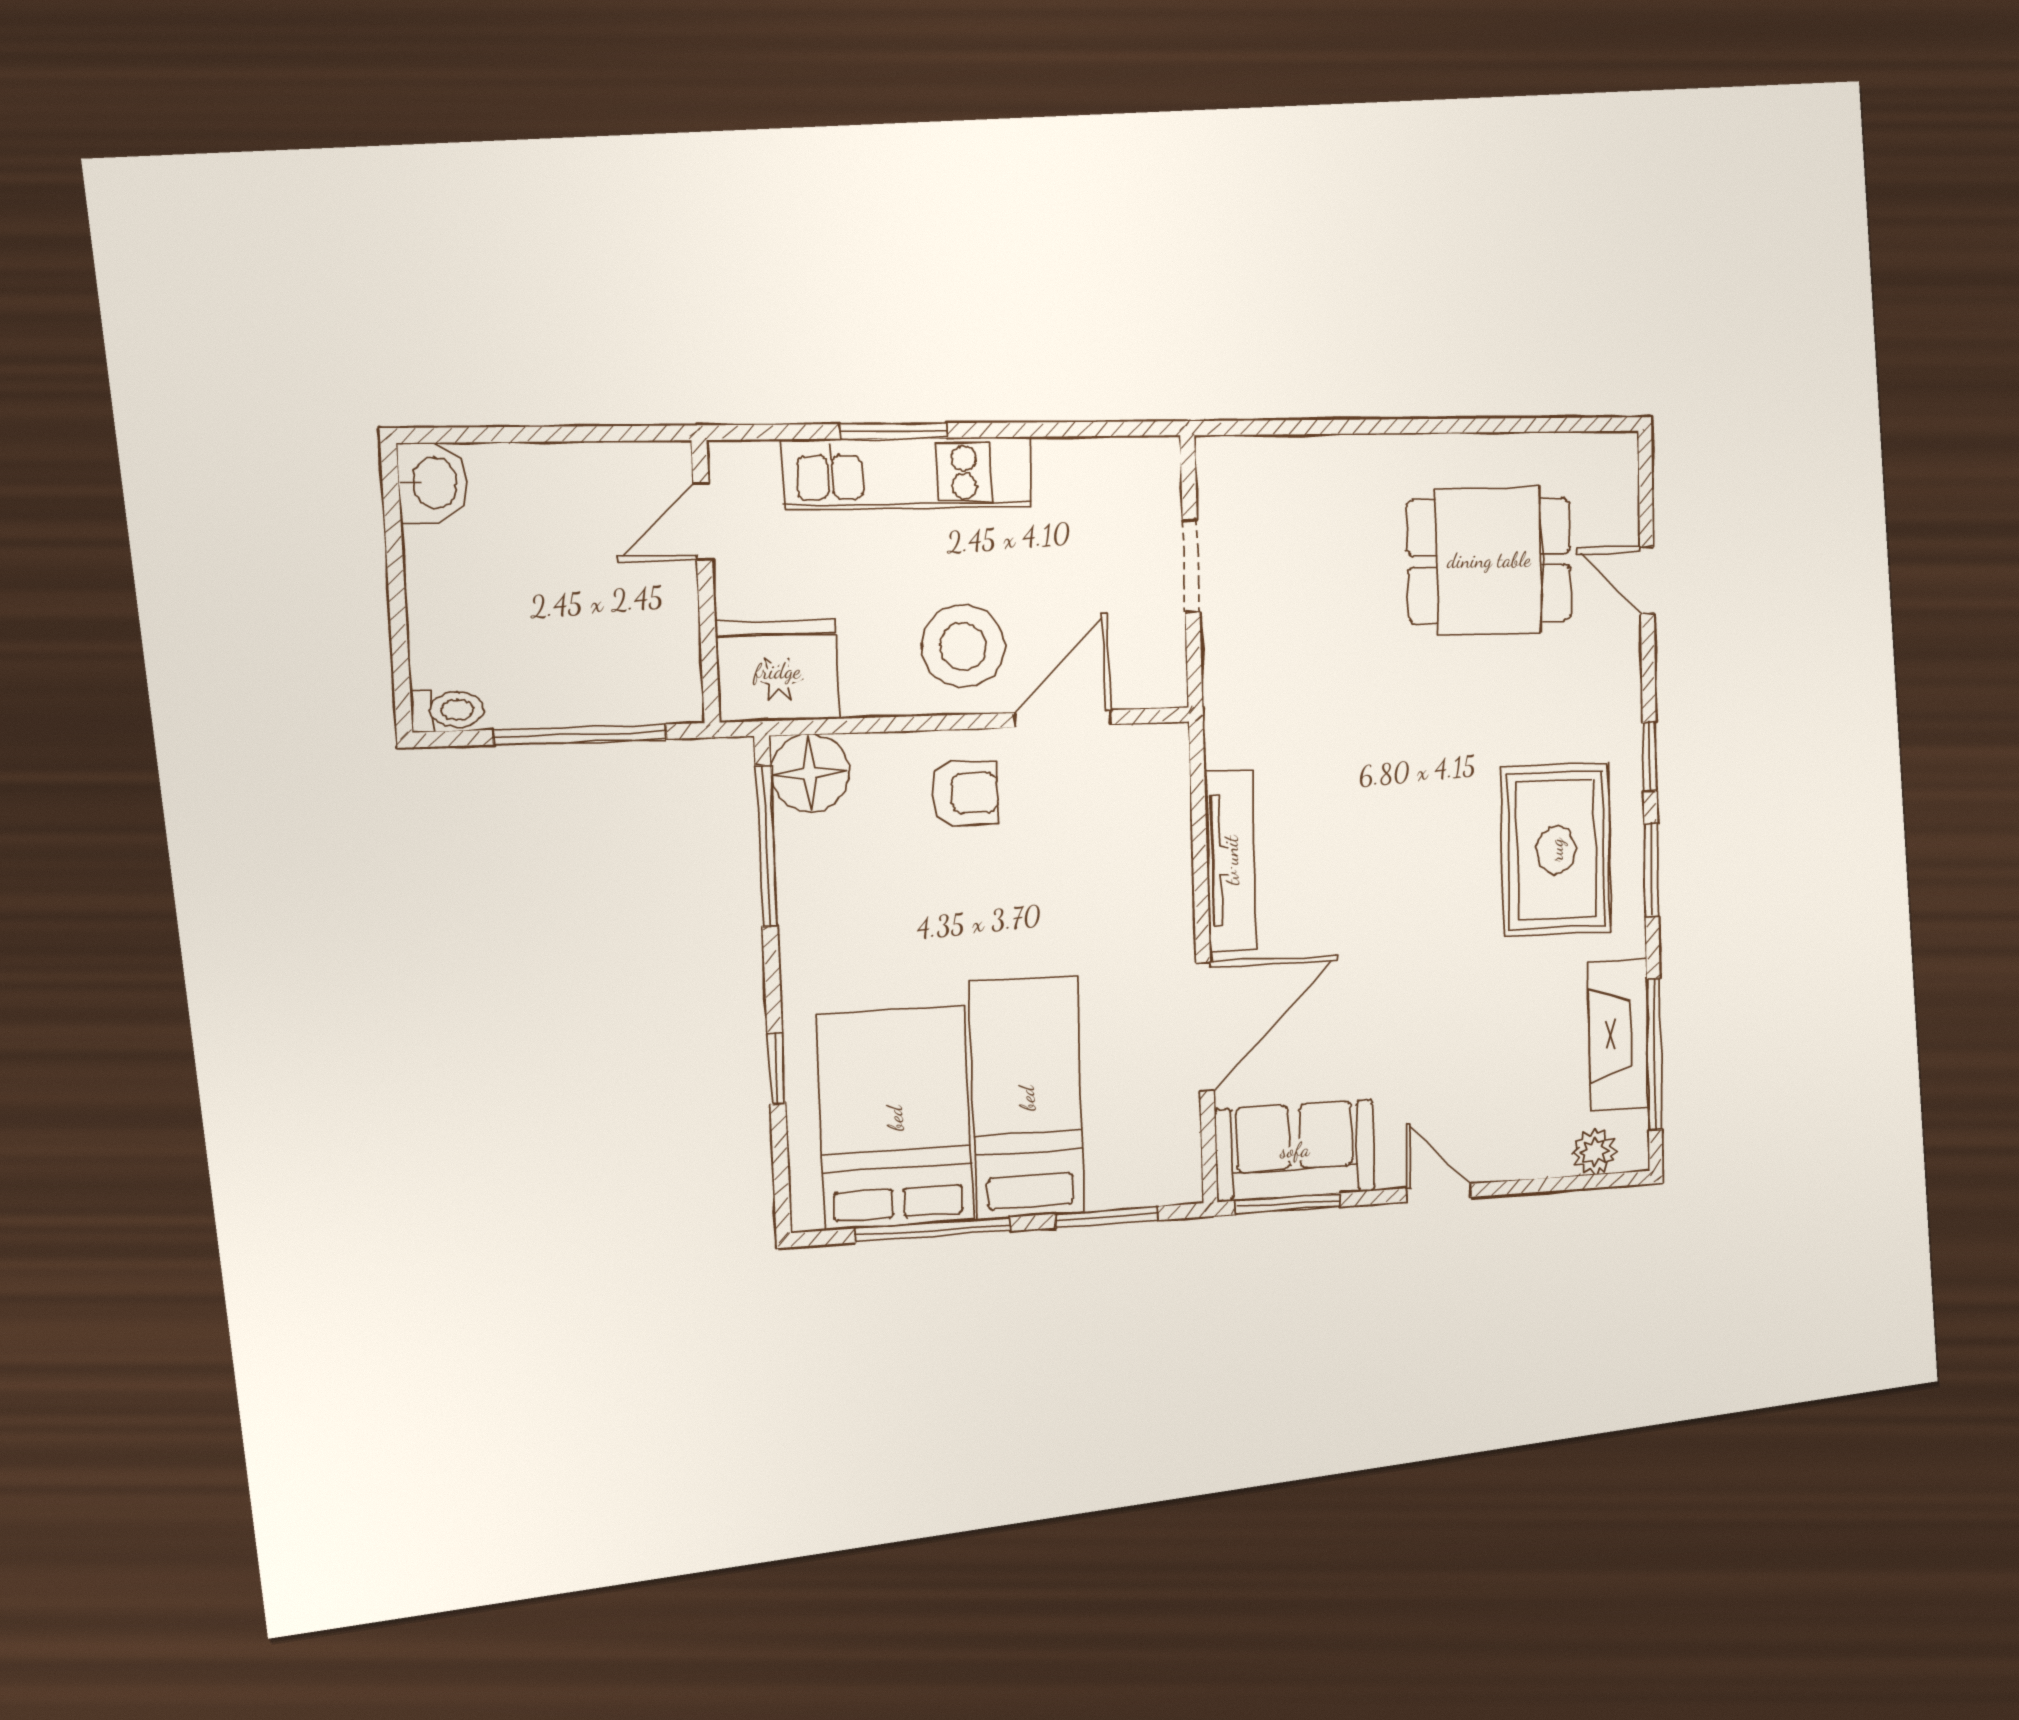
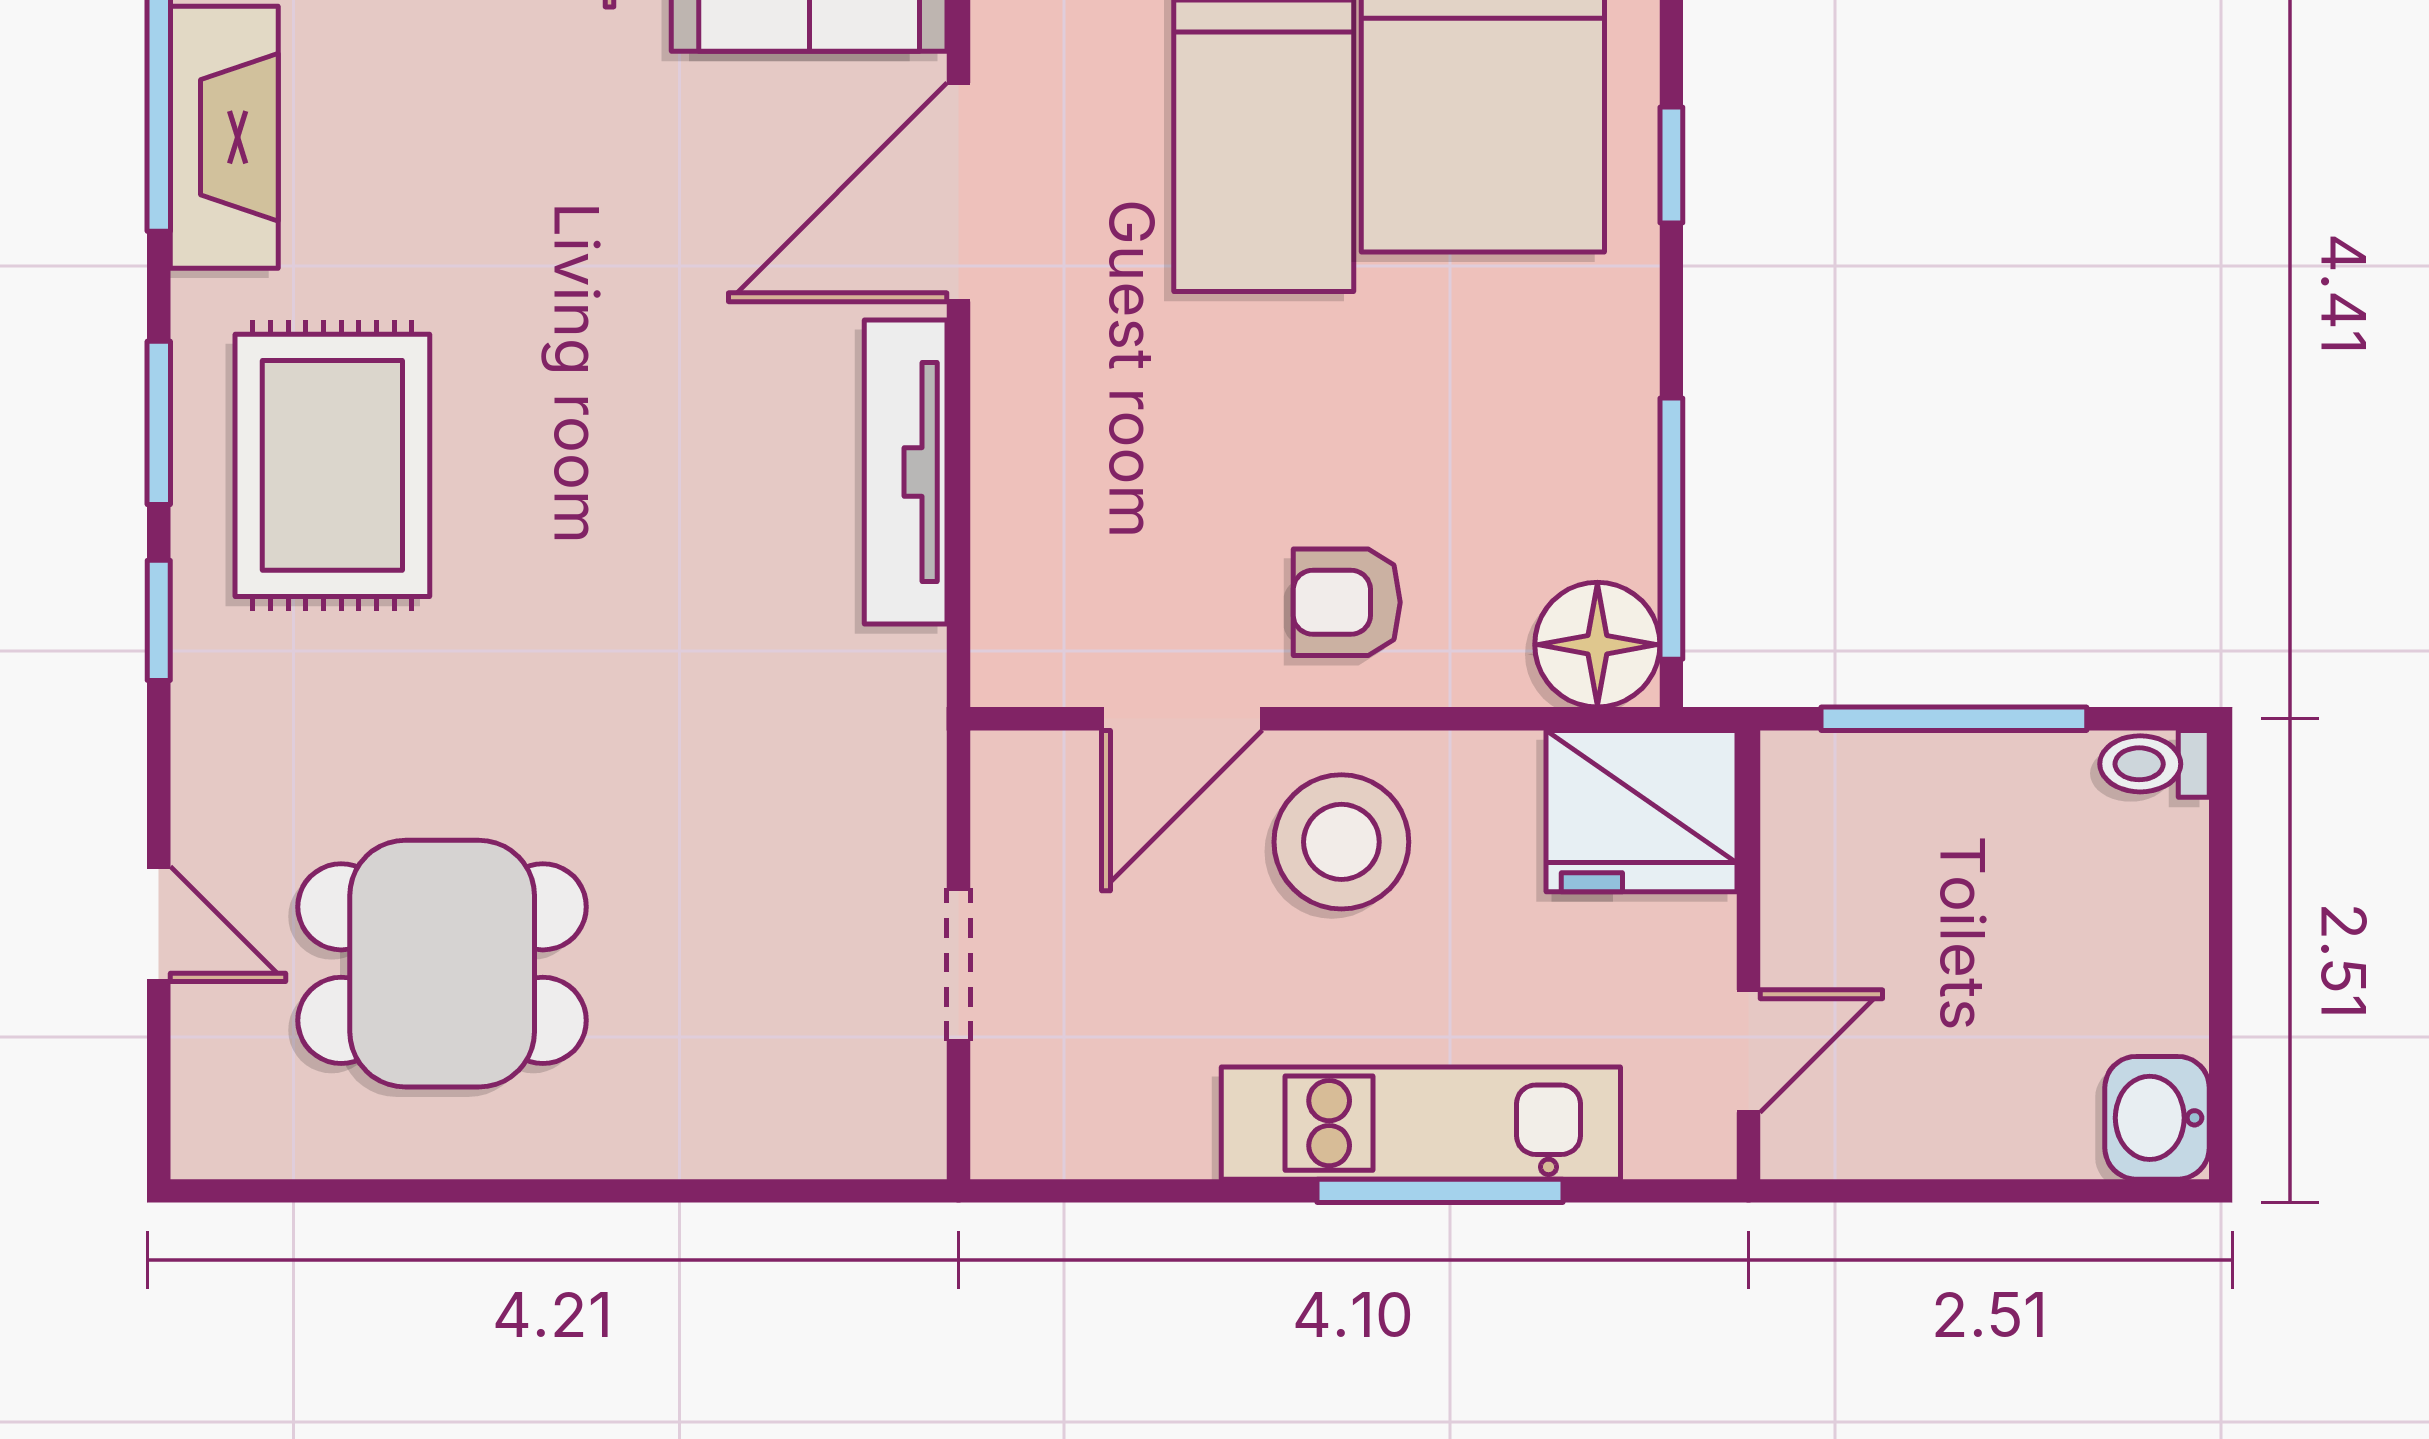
window: (894, 431) -> (1440, 1191), width x1.44

